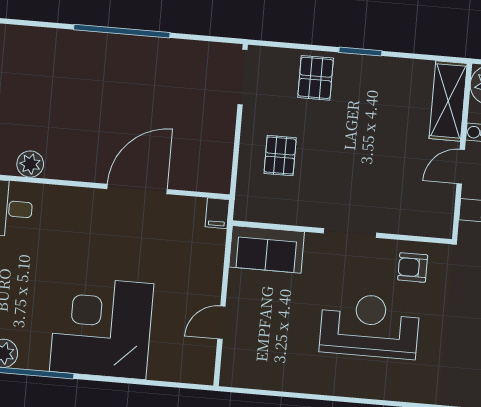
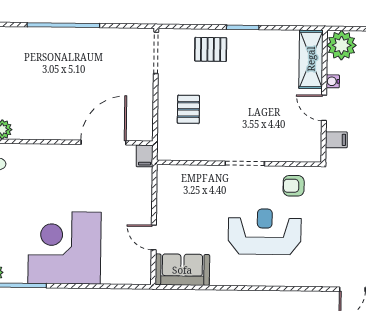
pallet: (316, 78) -> (211, 49), turned 90
door: (461, 167) -> (324, 108), hinge flipped
door: (137, 189) -> (103, 143), moved
sofa: (267, 249) -> (182, 270), moved, turned 180
door: (221, 323) -> (154, 237), hinge flipped

